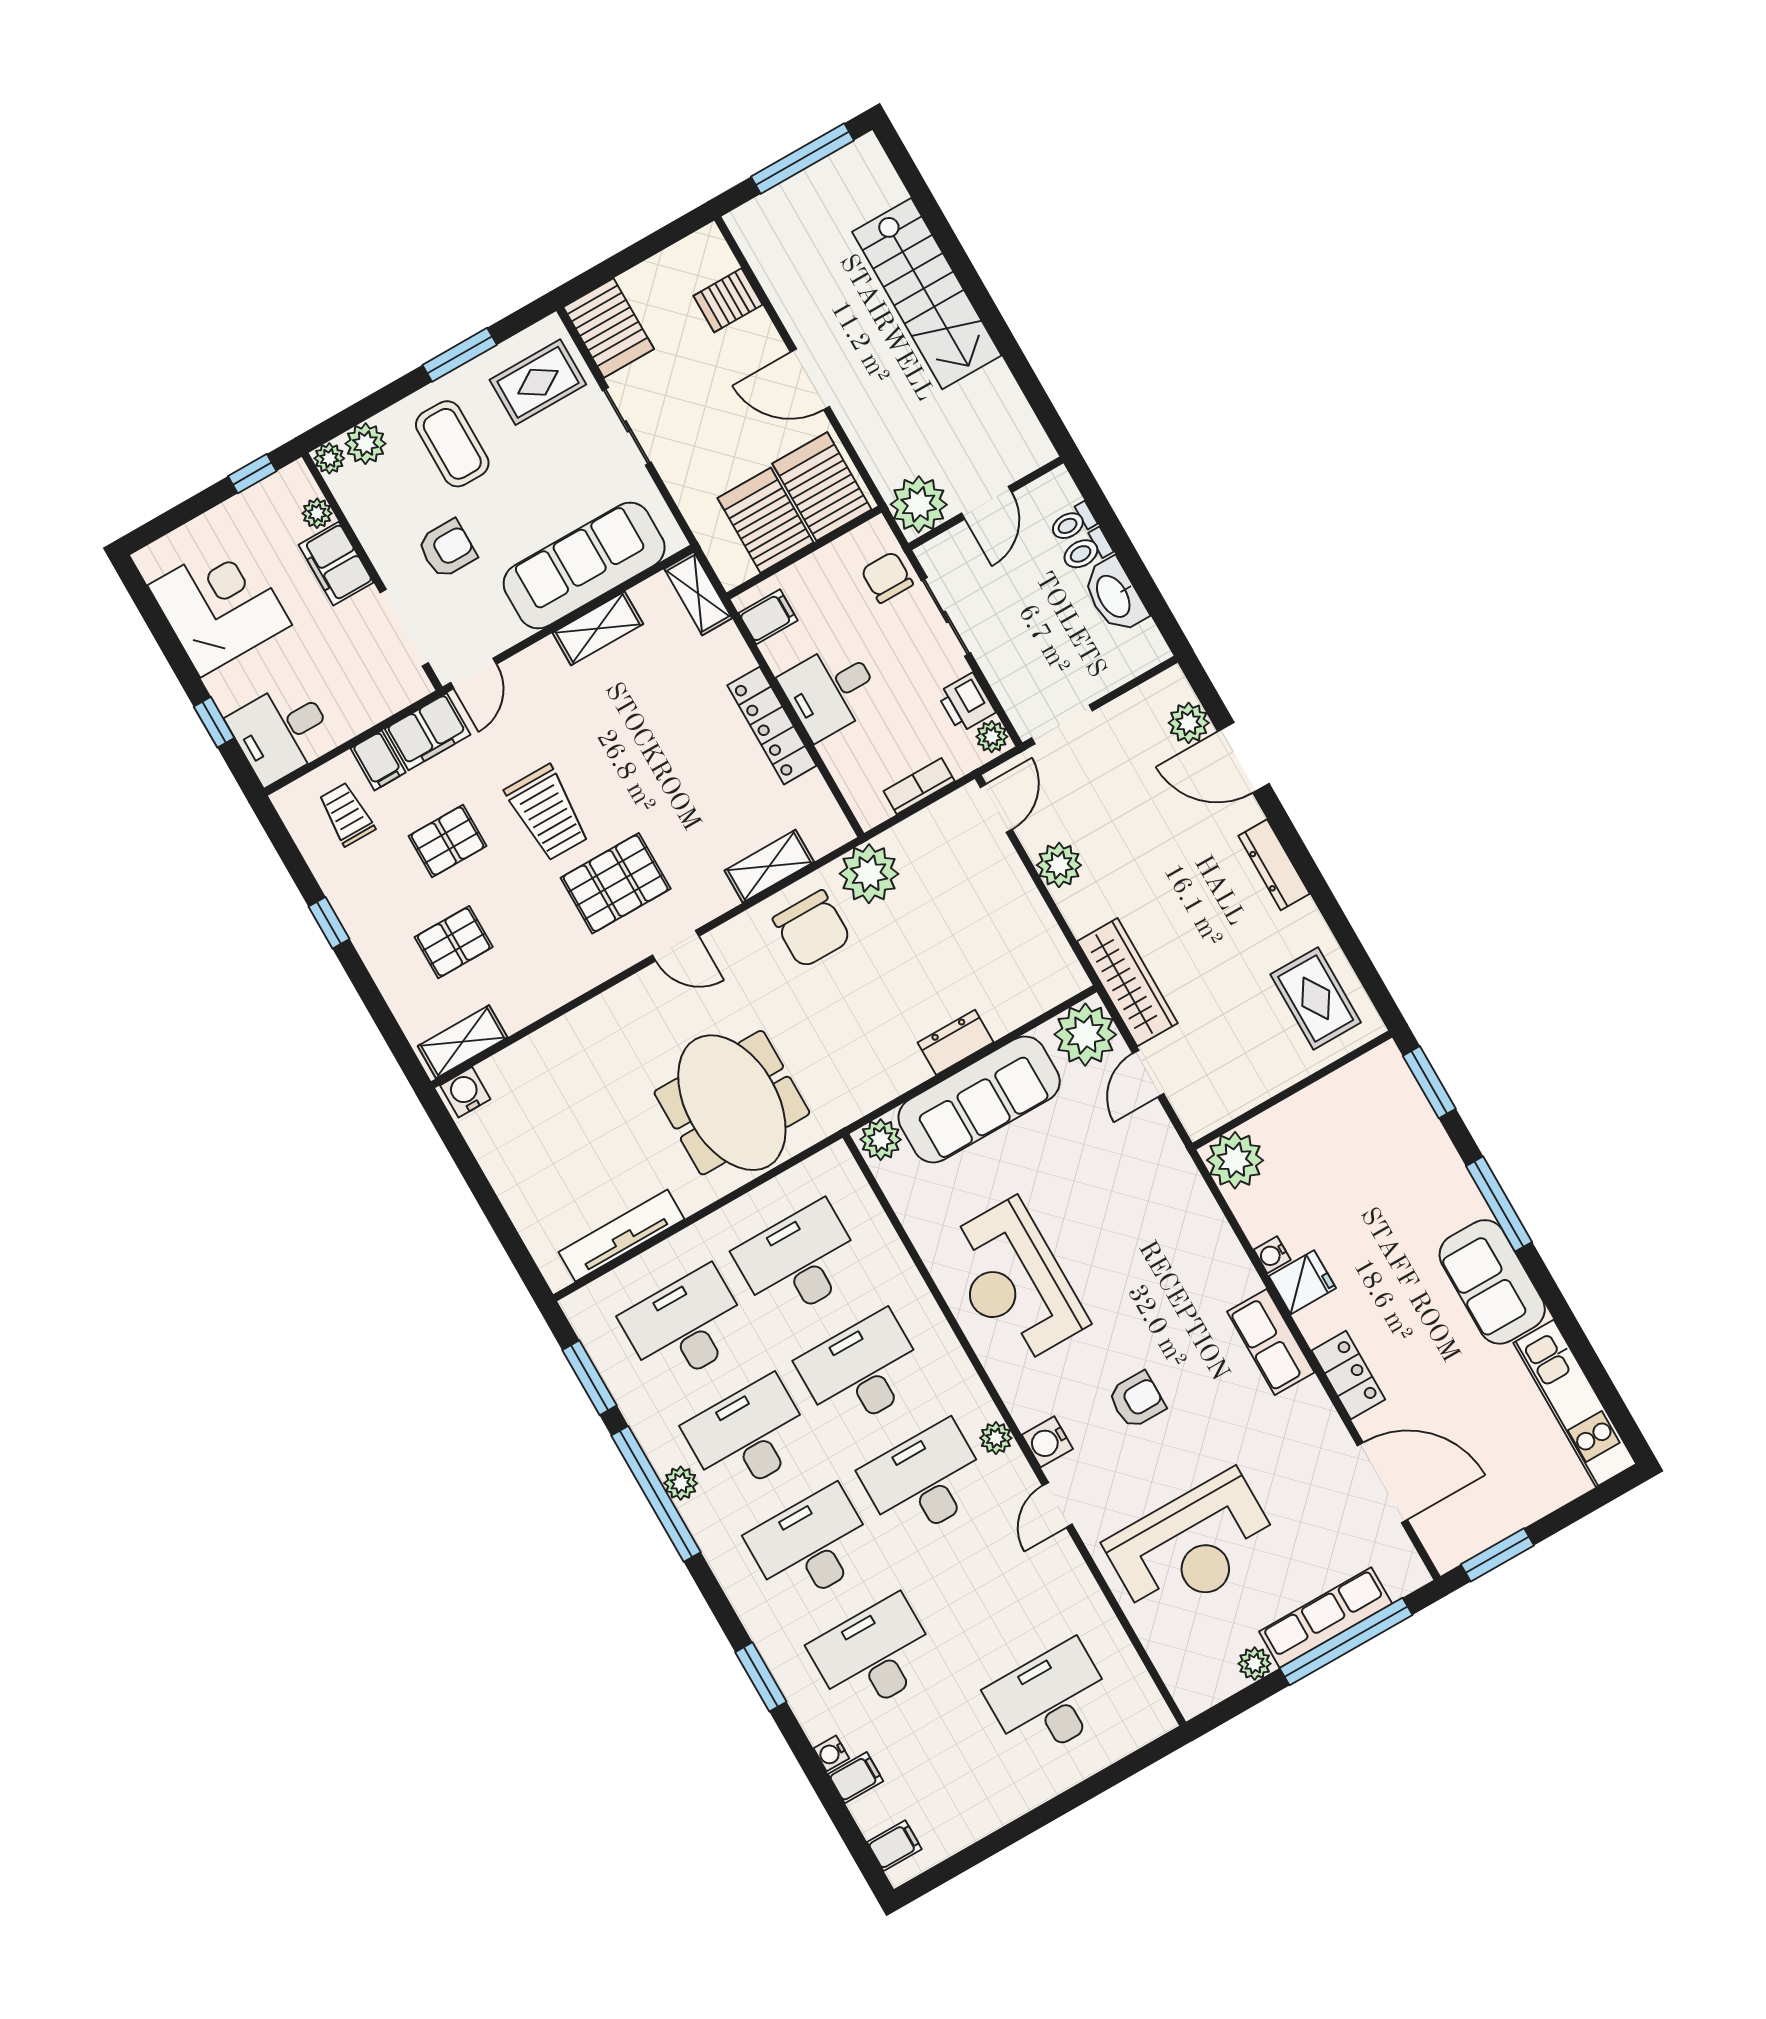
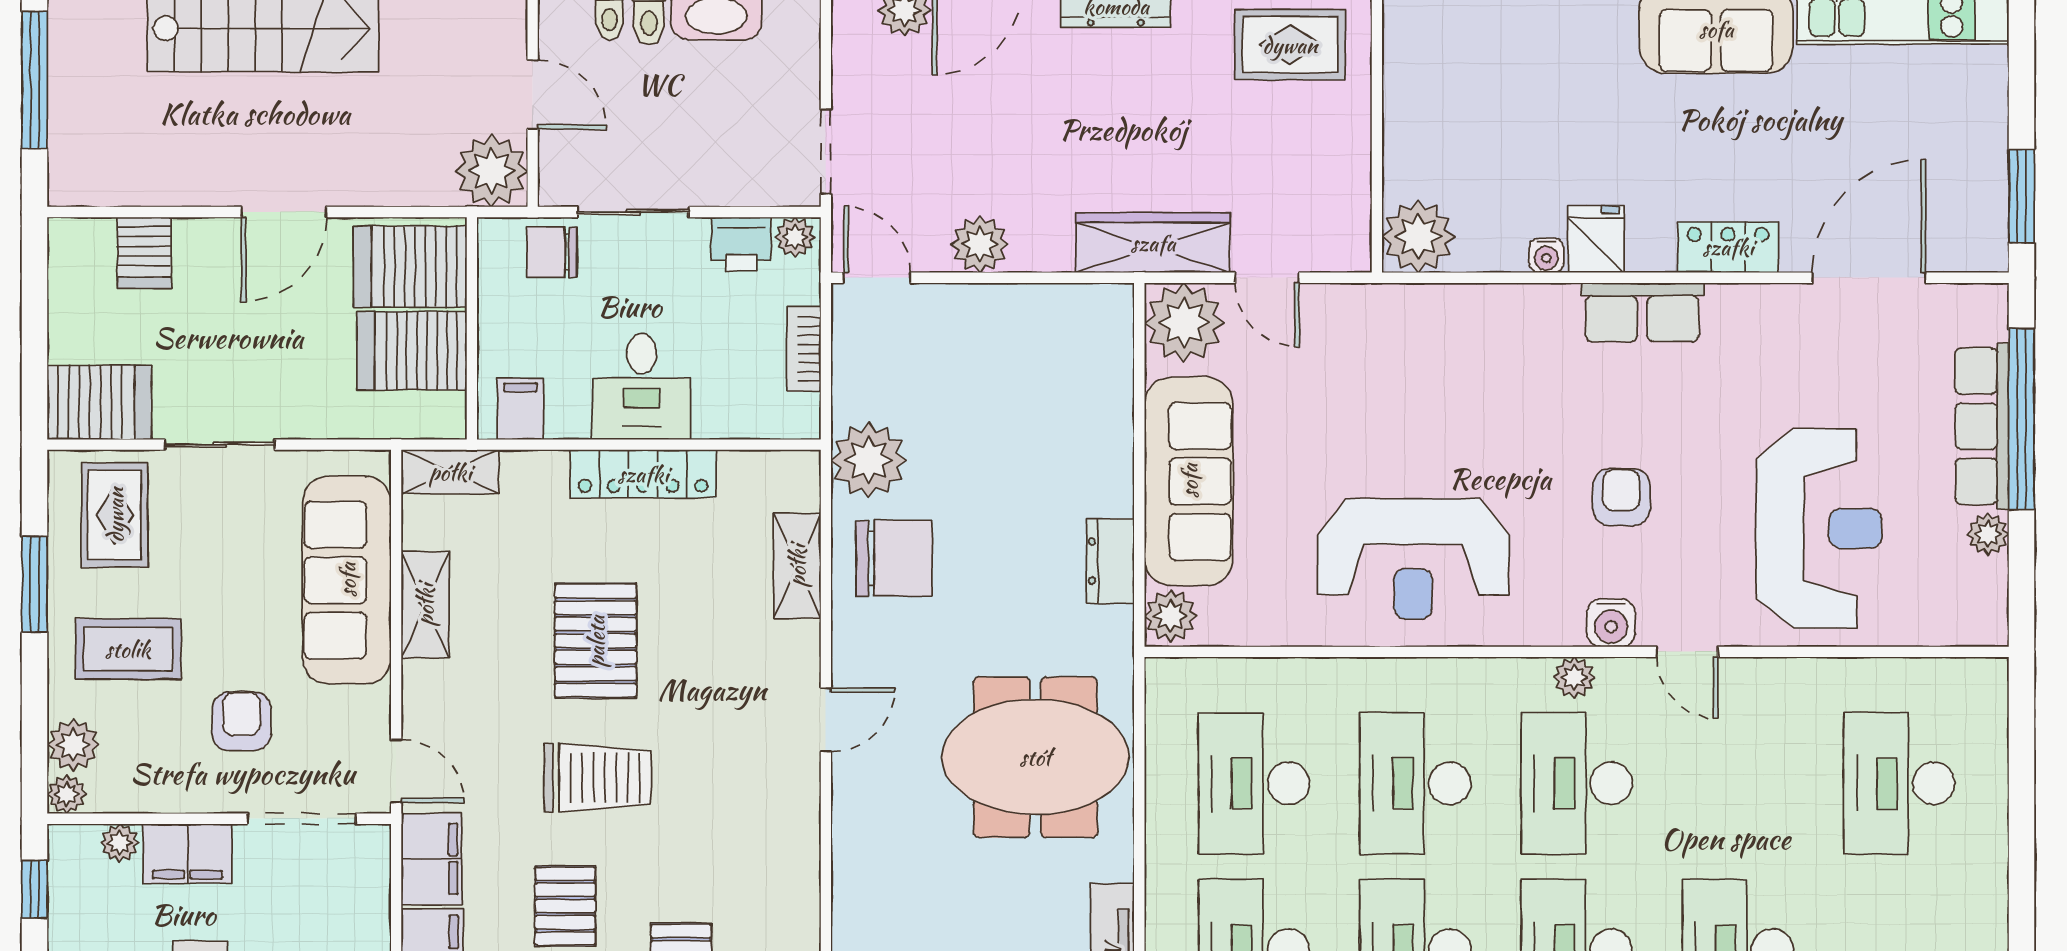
pallet: (616, 883) -> (596, 641), moved
dresser: (956, 1042) -> (1110, 561), moved

